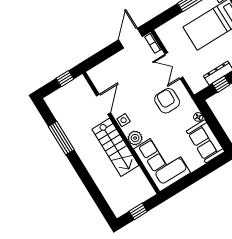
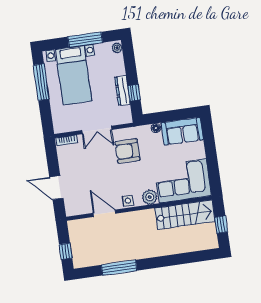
door: (131, 38) -> (56, 188), moved
window: (65, 79) -> (66, 251), moved
stairs: (115, 147) -> (185, 215), moved

